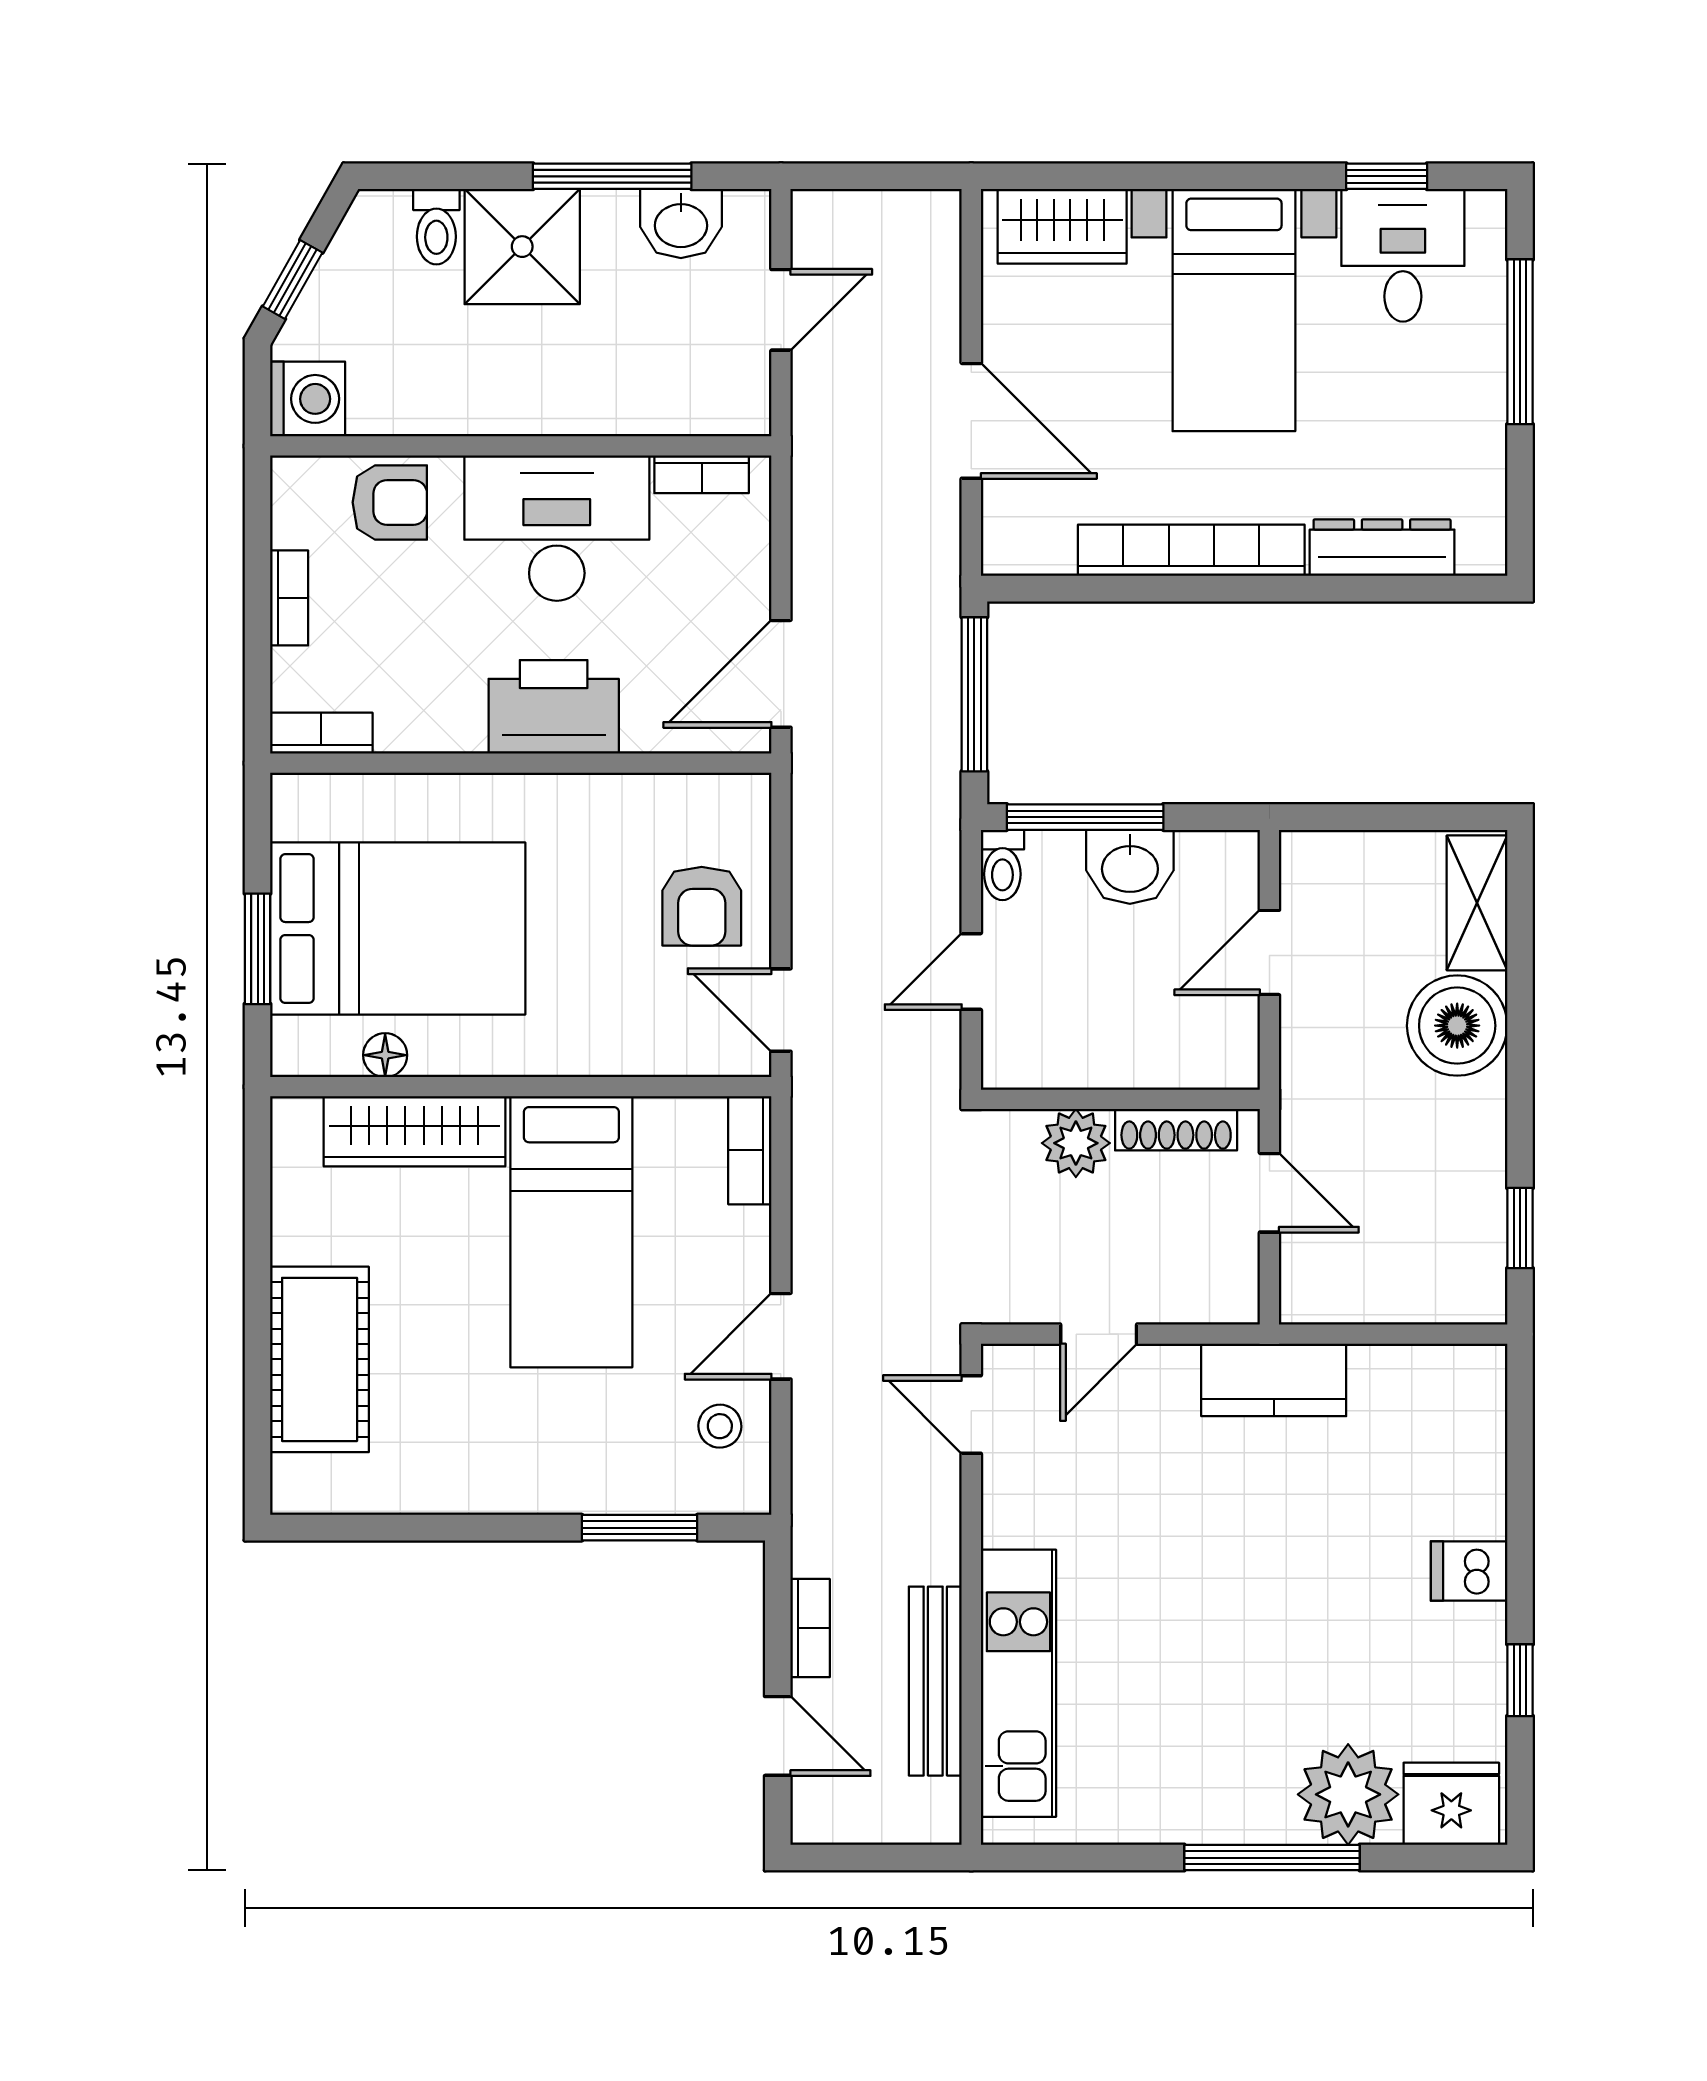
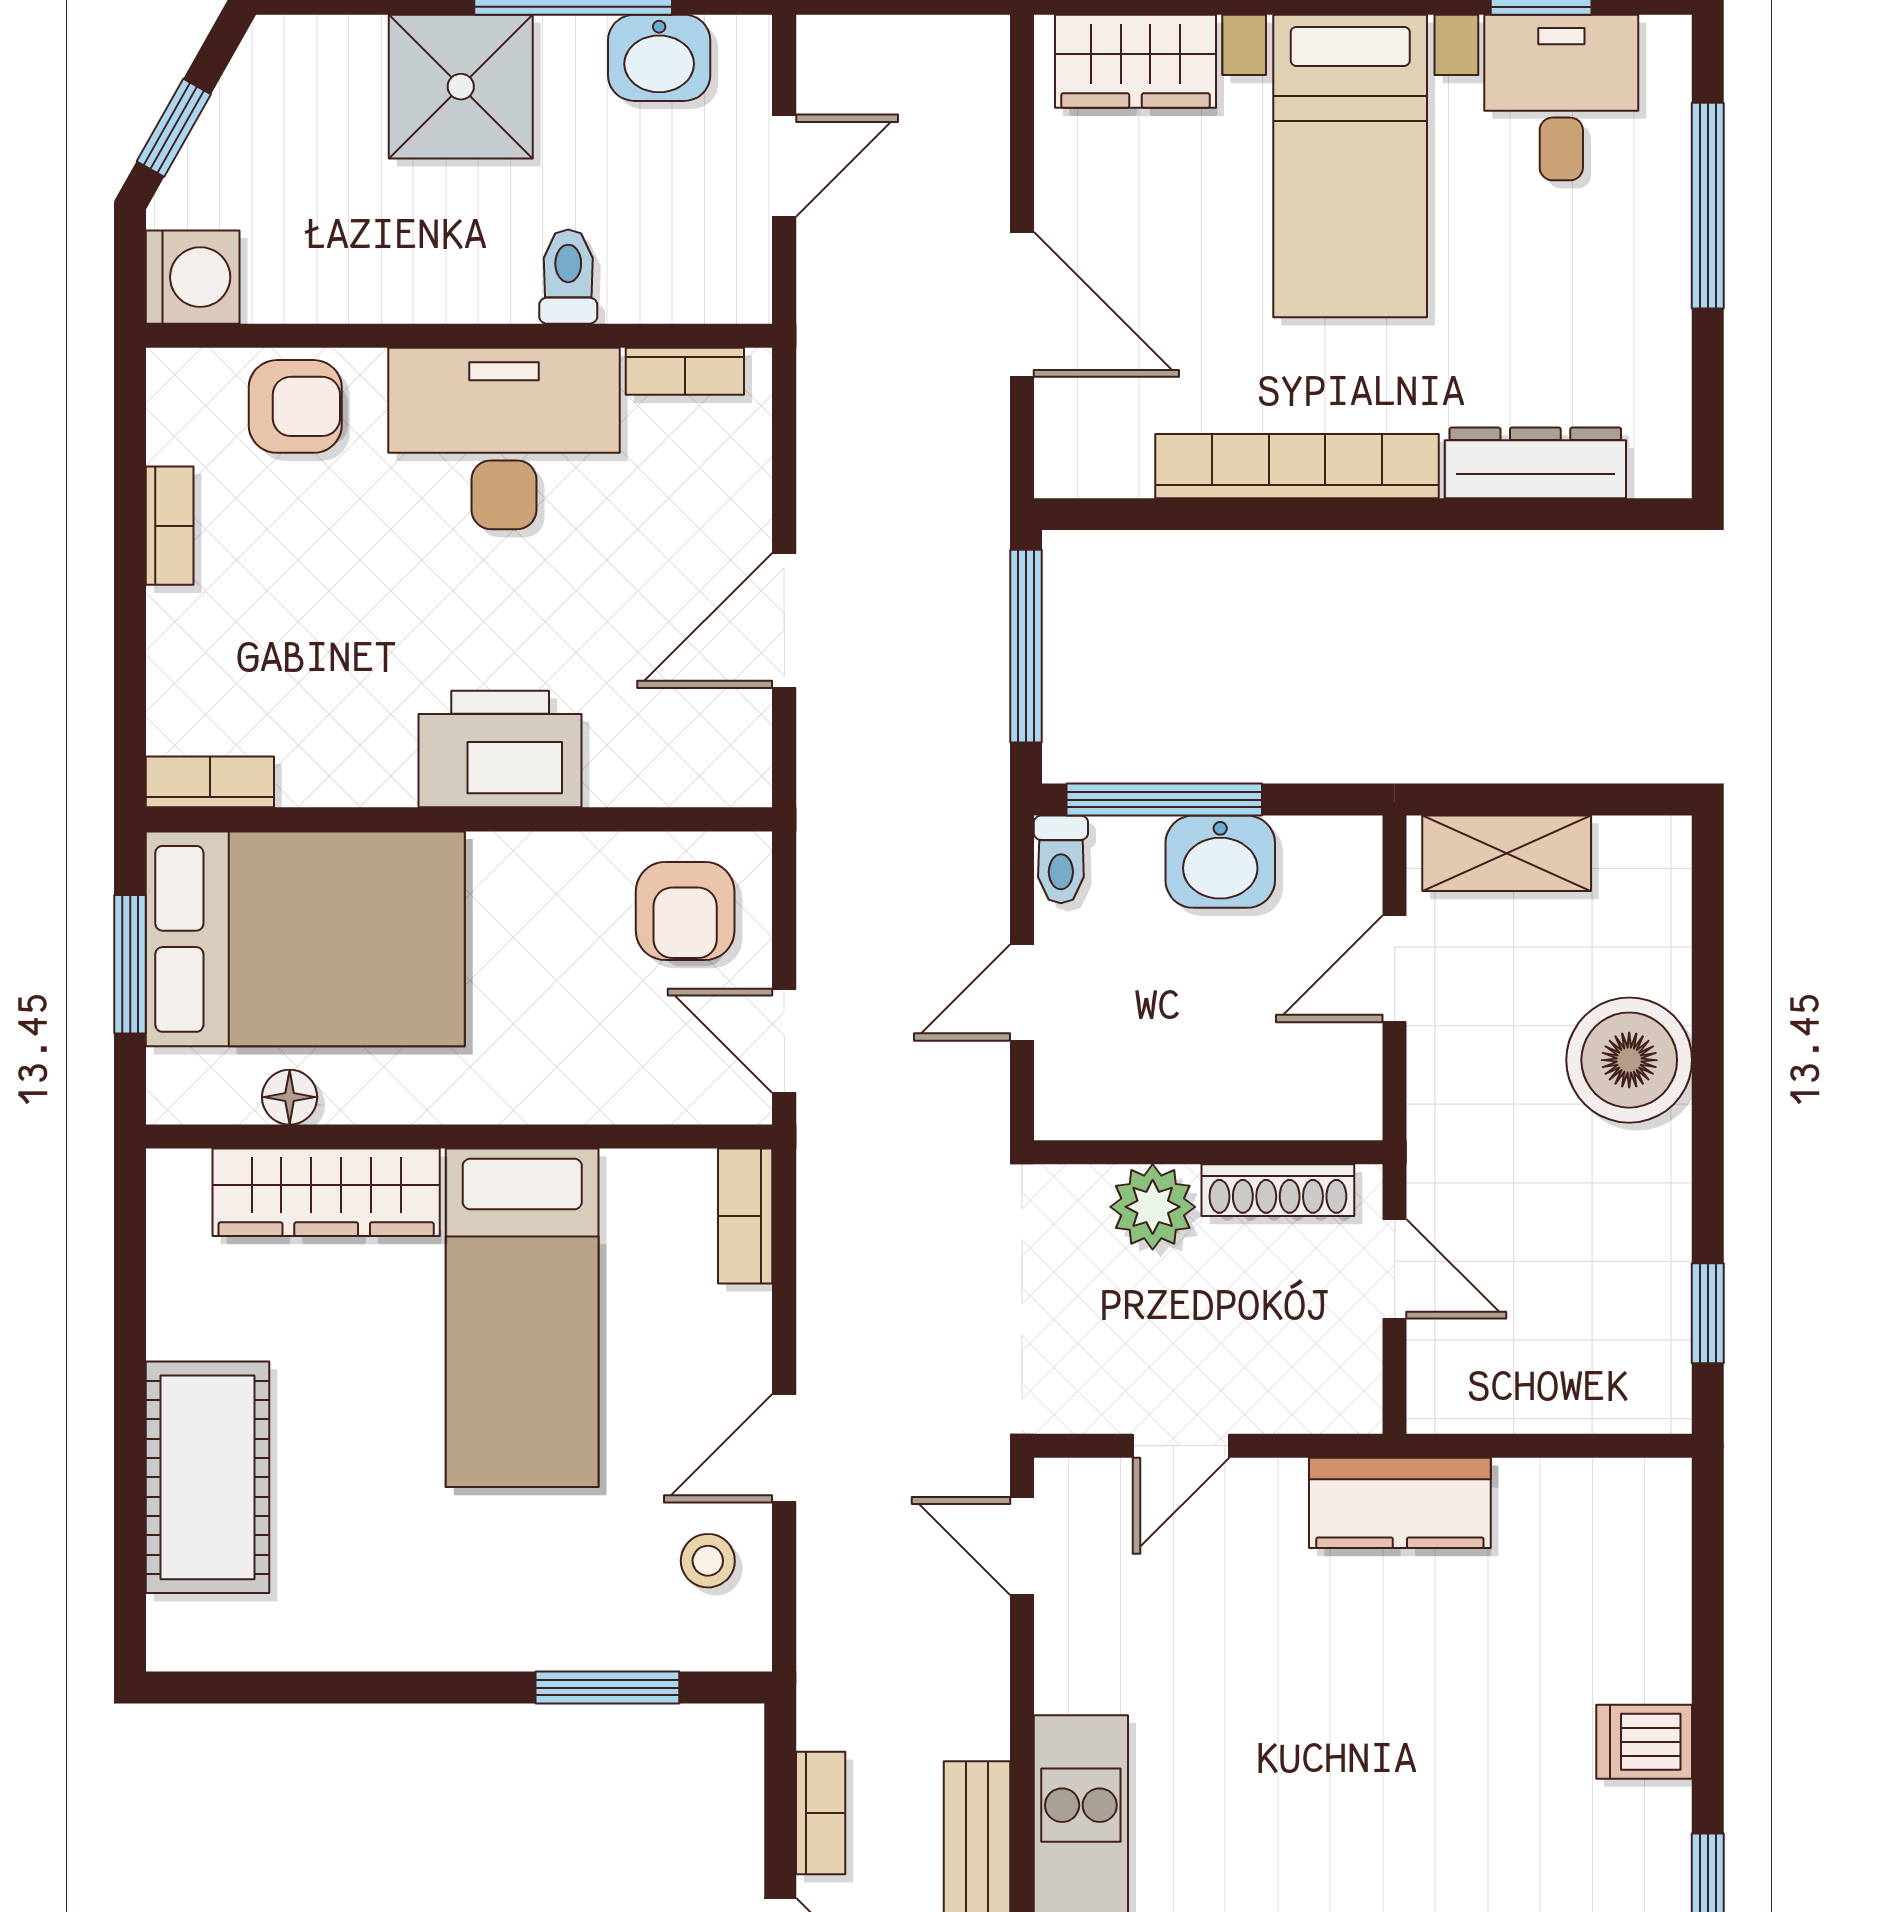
toilet: (436, 227) -> (568, 277), moved, turned 180
printer: (554, 707) -> (500, 749), moved
bookcase: (321, 733) -> (210, 782), moved
wall: (521, 763) -> (459, 819), moved
shelving: (1477, 903) -> (1507, 853), moved, turned 90

